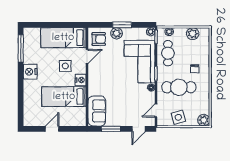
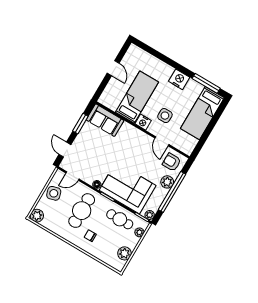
window: (122, 25) -> (172, 192), width x2.11
bed: (63, 38) -> (202, 113), moved, turned 180
armchair: (99, 39) -> (172, 162), turned 90
door: (156, 111) -> (72, 176), swing flipped

